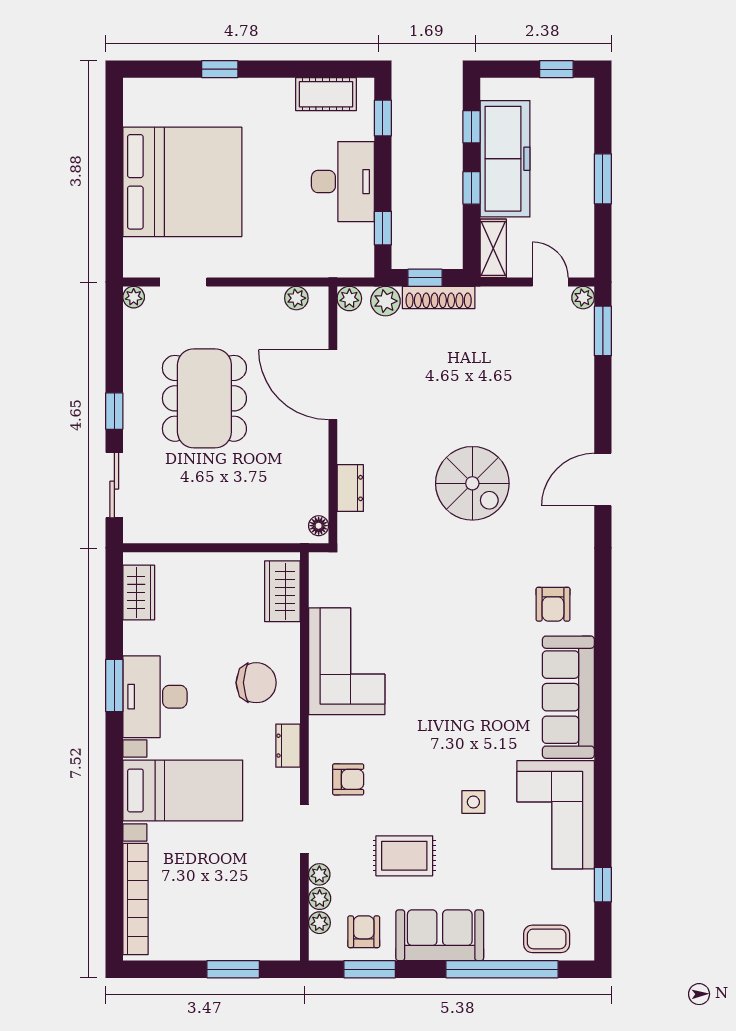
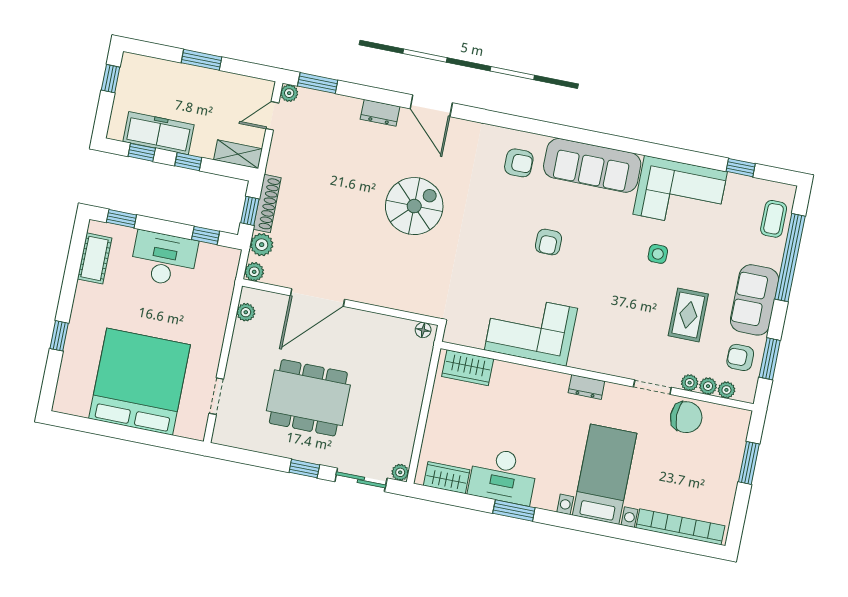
freezer: (505, 159) -> (159, 133), width x0.73, depth x0.79
plant: (134, 297) -> (400, 472), moved
dresser: (350, 488) -> (380, 113), moved, turned 180
chair: (256, 683) -> (686, 417), moved, turned 90
desk: (155, 697) -> (503, 476), moved
armchair: (348, 779) -> (548, 242), moved, turned 180

